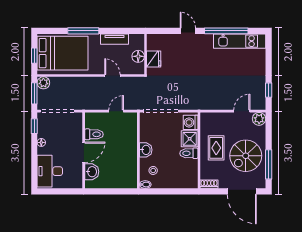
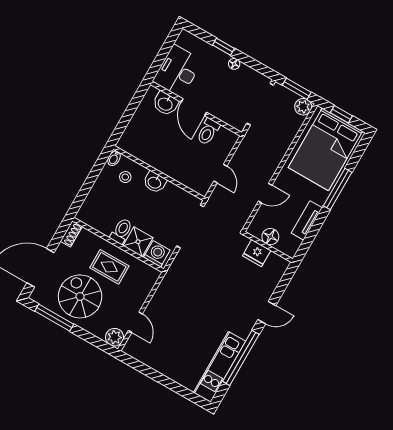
window: (269, 90) -> (142, 368), removed
window: (34, 126) -> (224, 47), moved
desk: (50, 171) -> (178, 71), moved, turned -90

